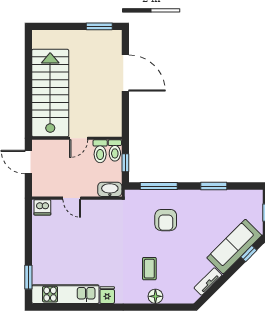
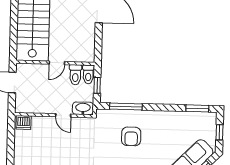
window: (214, 186) -> (197, 108), moved
door: (72, 198) -> (63, 115), moved

